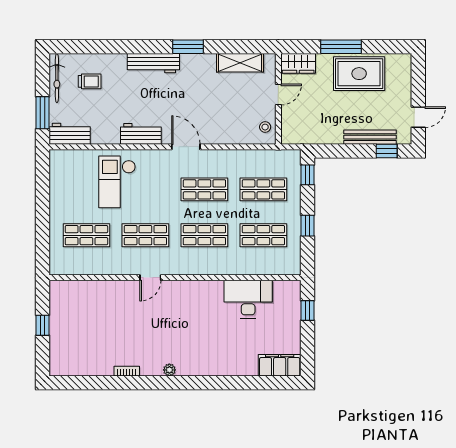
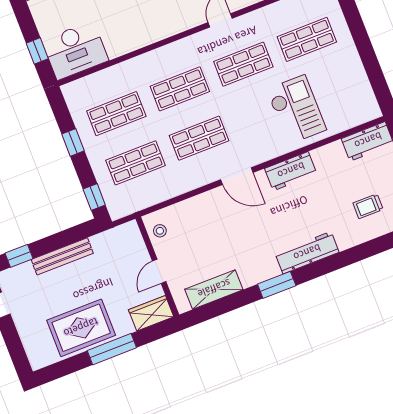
bench: (370, 137) -> (62, 256), moved
desk: (248, 299) -> (75, 50), moved

